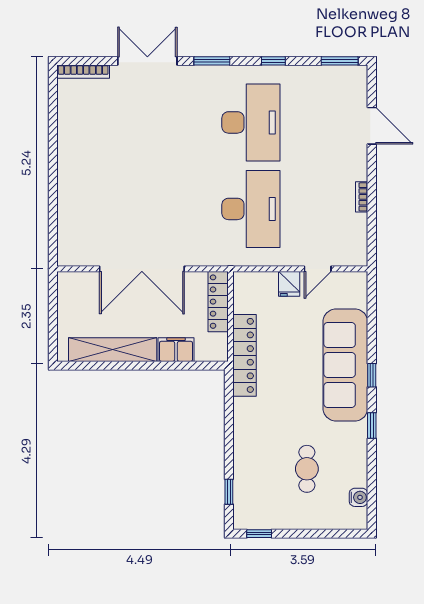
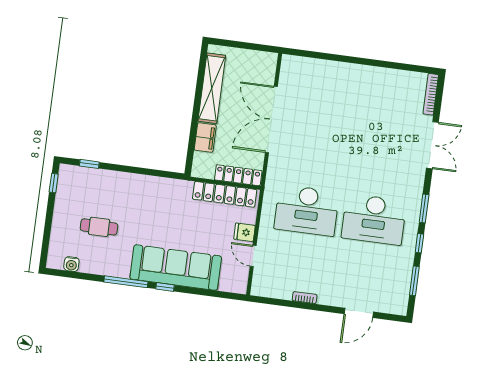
window: (212, 61) -> (424, 208), moved
window: (340, 61) -> (414, 281), moved
locker: (244, 355) -> (225, 194), moved
window: (372, 426) -> (126, 282), width x2.17

